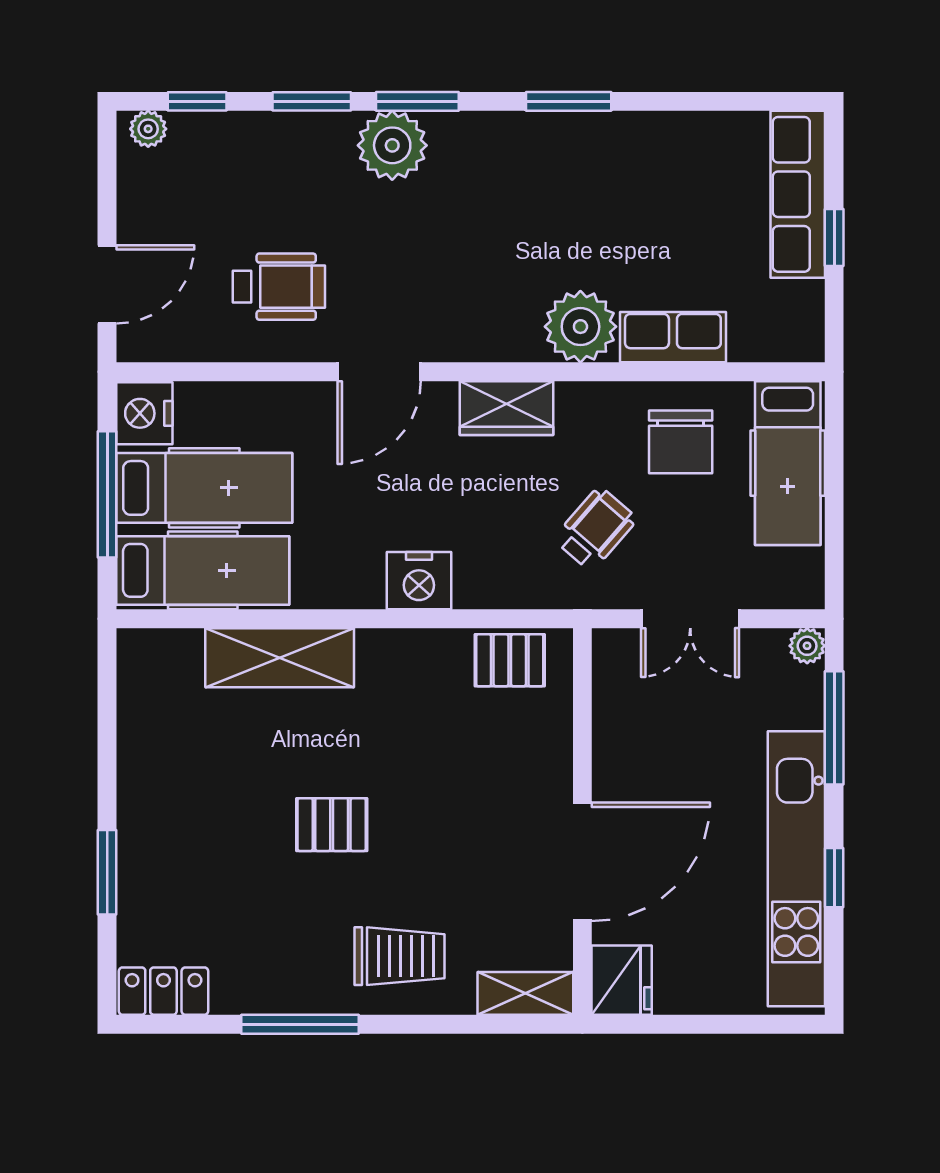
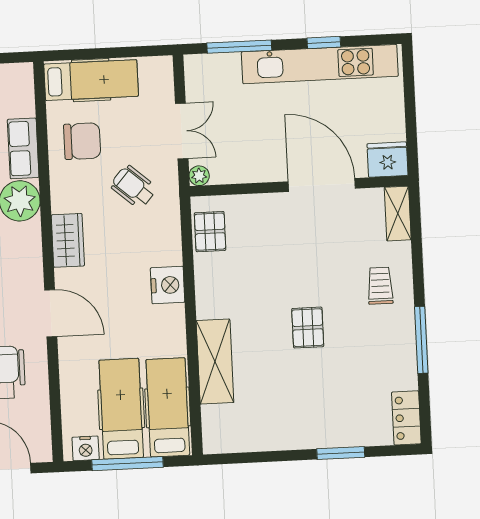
nightstand: (144, 413) -> (86, 448), width x0.74, depth x0.75
plant: (807, 646) -> (199, 176), moved
trolley: (399, 956) -> (380, 286), width x0.73, depth x0.72

